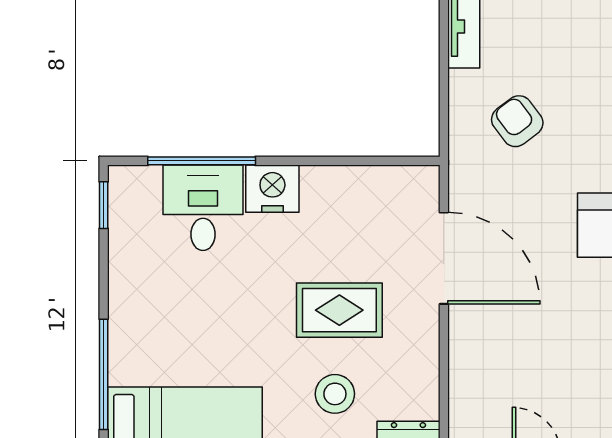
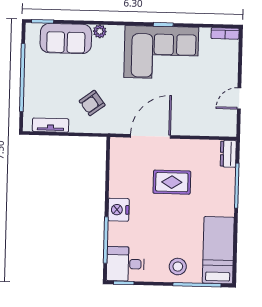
desk: (203, 208) -> (125, 264), moved
rug: (339, 310) -> (172, 182), turned 90
stool: (335, 394) -> (178, 267), moved

